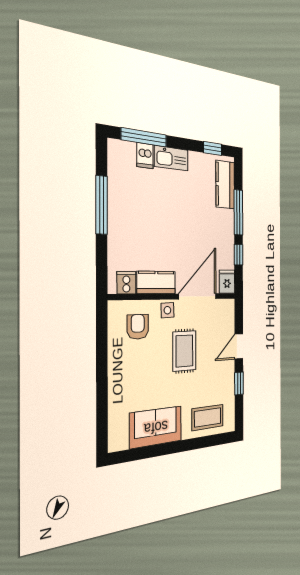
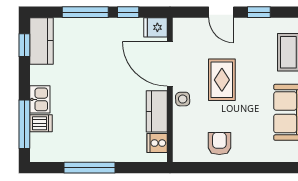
kitchen sink: (171, 158) -> (40, 99), width x0.73
kitchen counter: (225, 185) -> (42, 41), moved, turned -90
armchair: (138, 327) -> (219, 144), moved, turned 90
rug: (184, 351) -> (222, 80), turned 90

